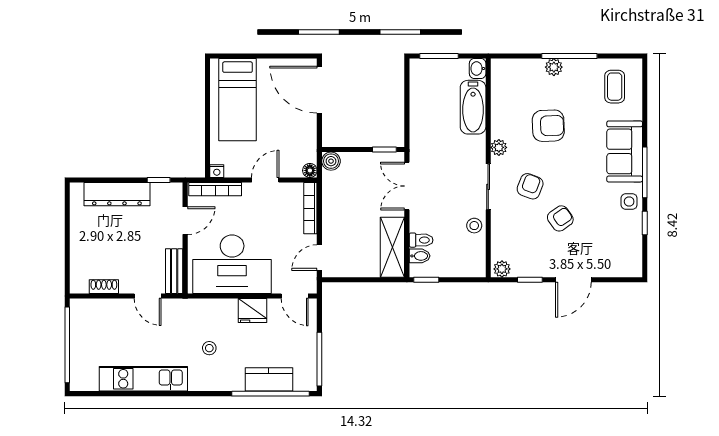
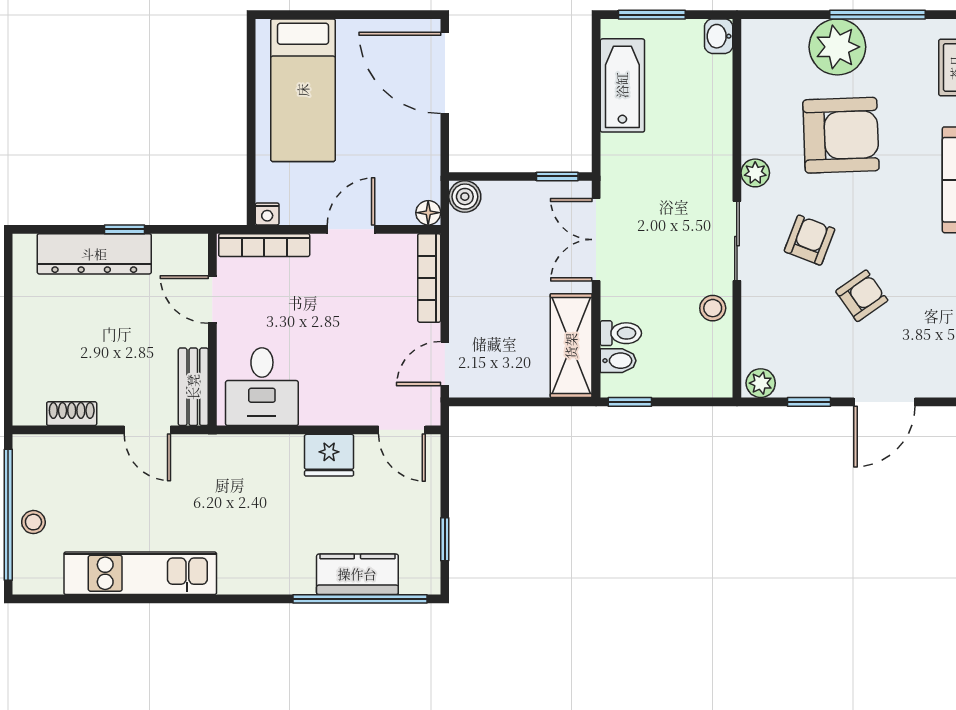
plant: (554, 67) -> (837, 47), width x1.88, depth x1.88
bathtub: (473, 107) -> (622, 85), moved, turned 180
armchair: (548, 126) -> (841, 135), width x1.36, depth x1.36
window: (159, 180) -> (124, 229), moved
door: (185, 221) -> (212, 299), swing flipped
desk: (232, 264) -> (262, 387), width x0.53, depth x0.77
stool: (209, 348) -> (33, 522), moved
window: (319, 359) -> (445, 539), width x0.46

